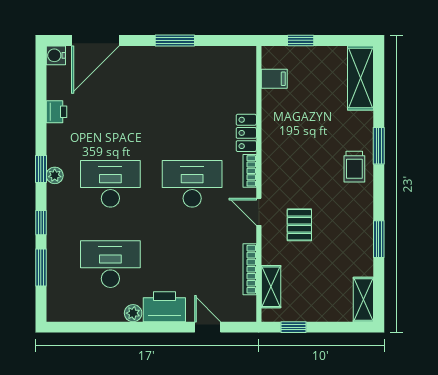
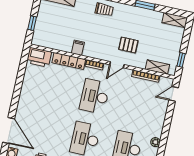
window: (175, 40) -> (18, 89), removed
filing cabinet: (274, 79) -> (78, 48), moved
locker: (246, 133) -> (69, 61), width x1.53
printer: (164, 307) -> (39, 57), moved, turned -90
door: (208, 327) -> (174, 94), moved

